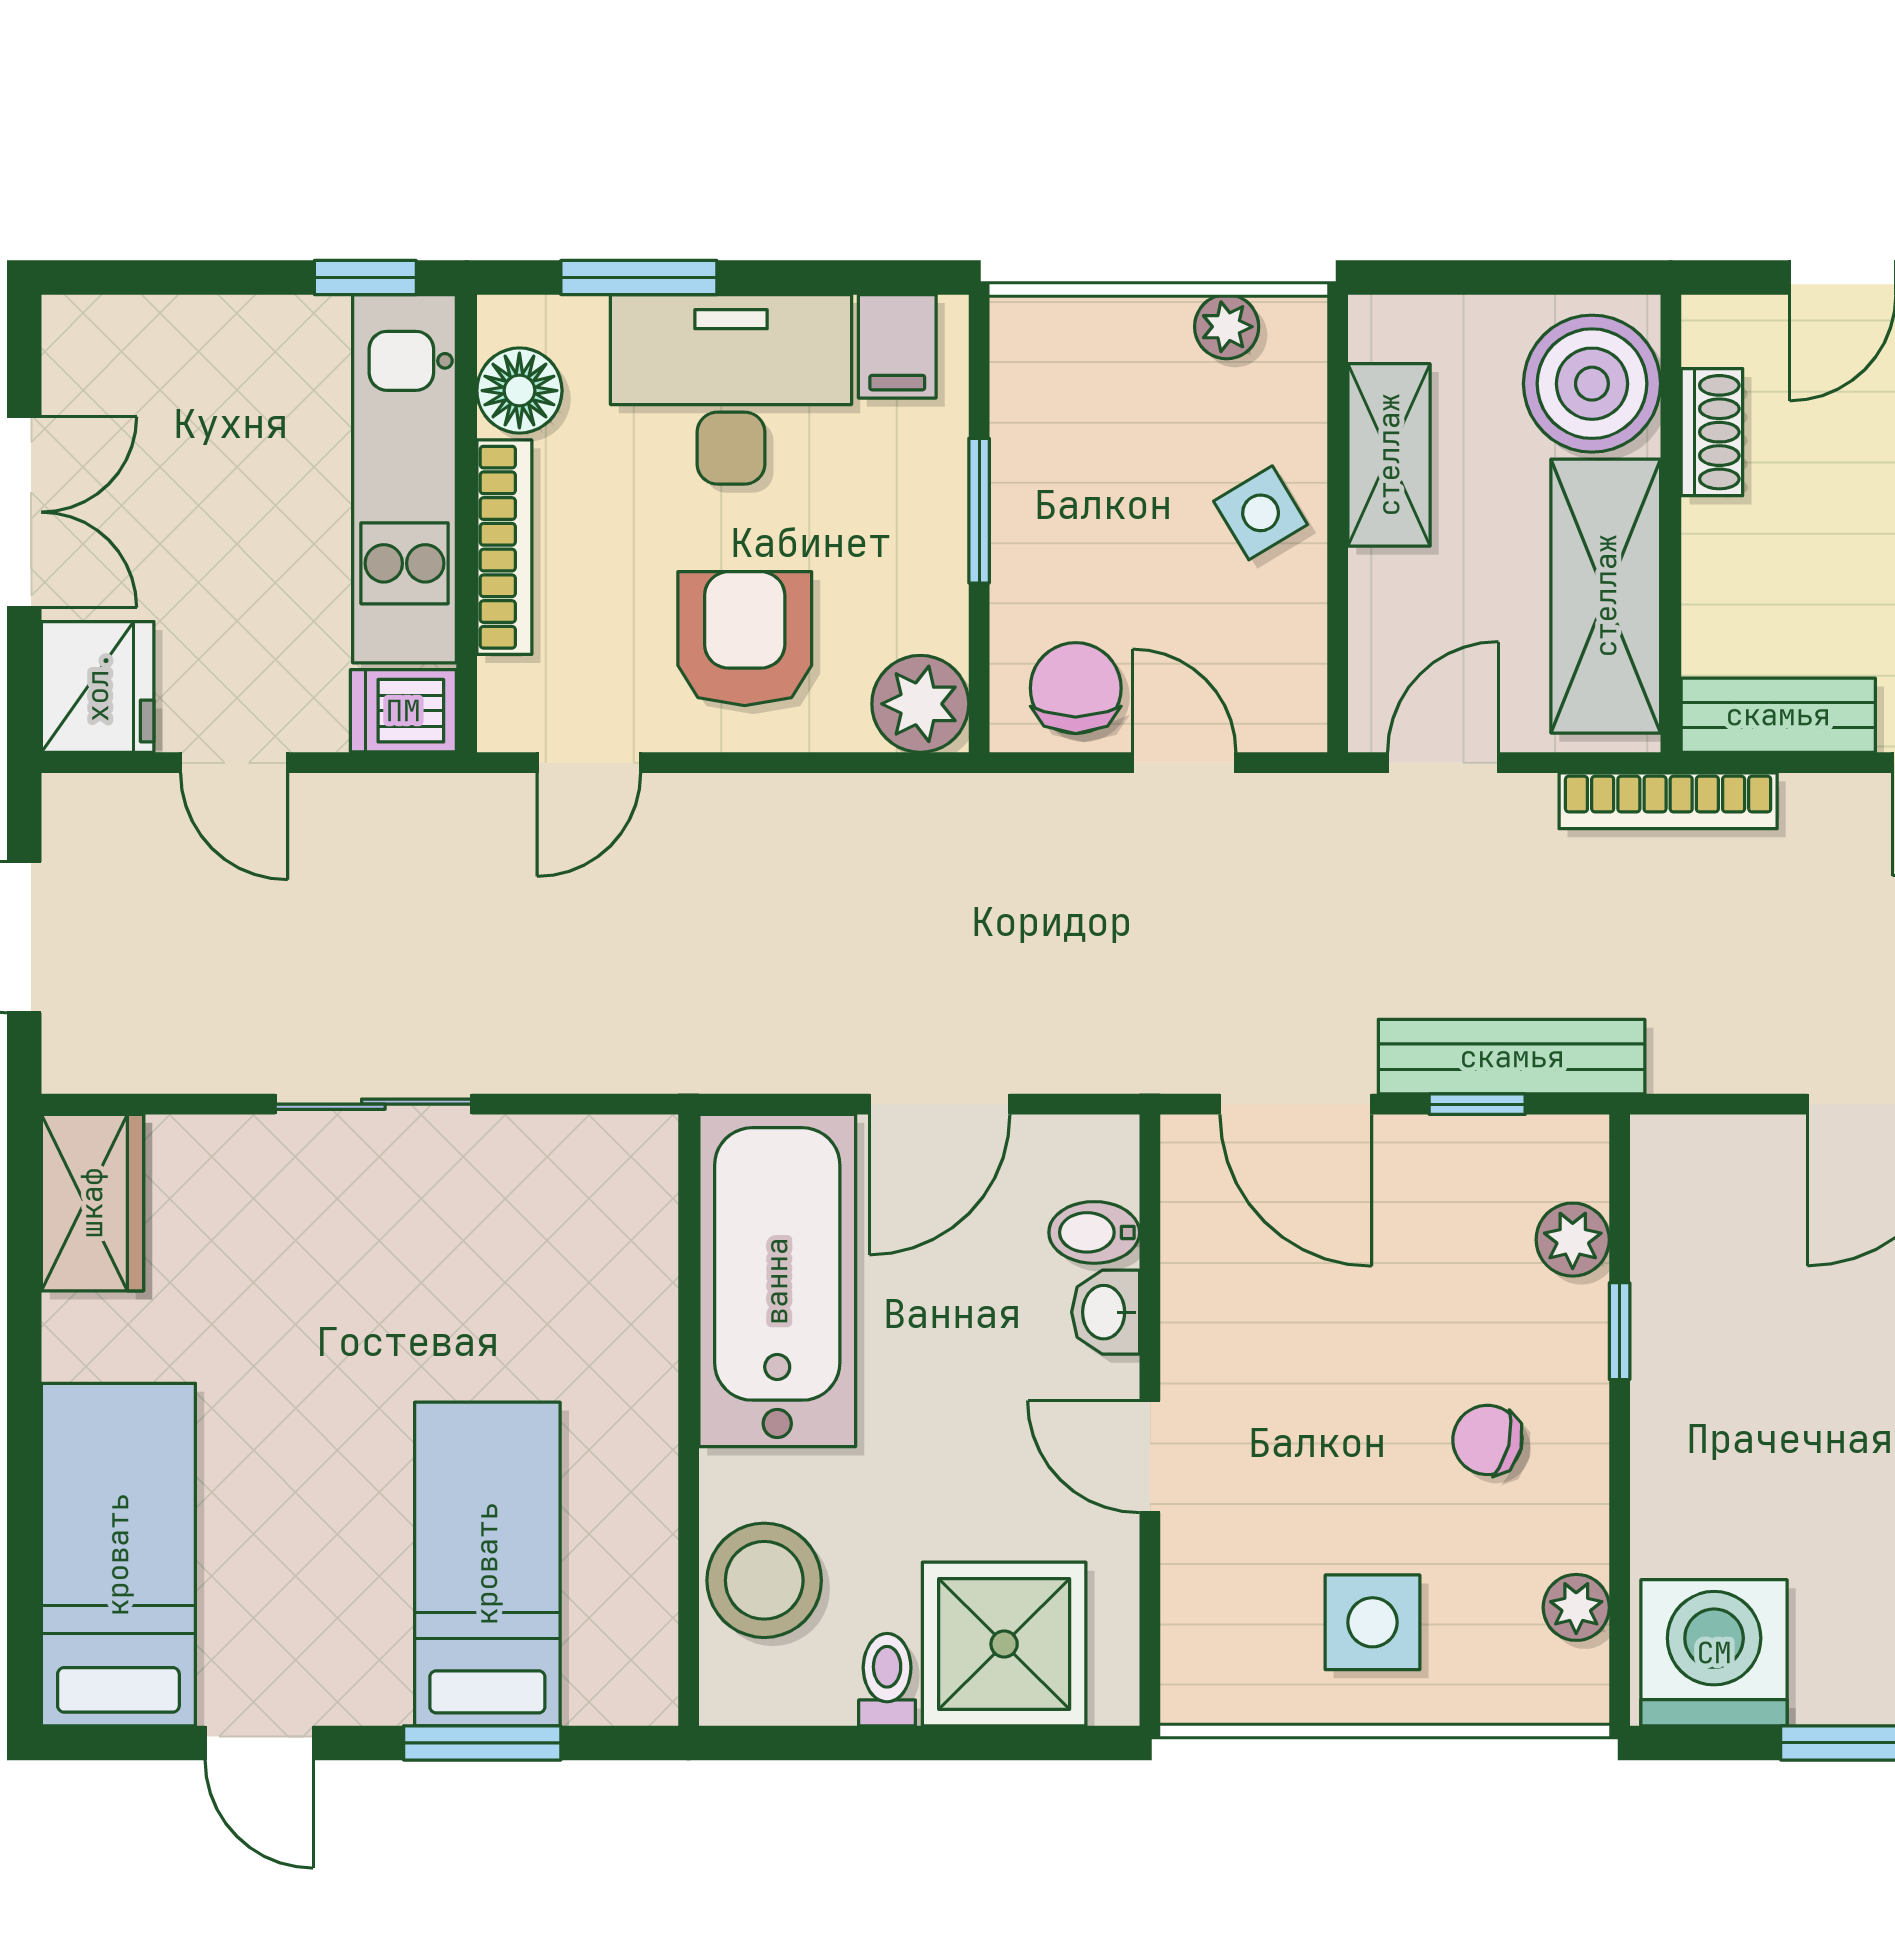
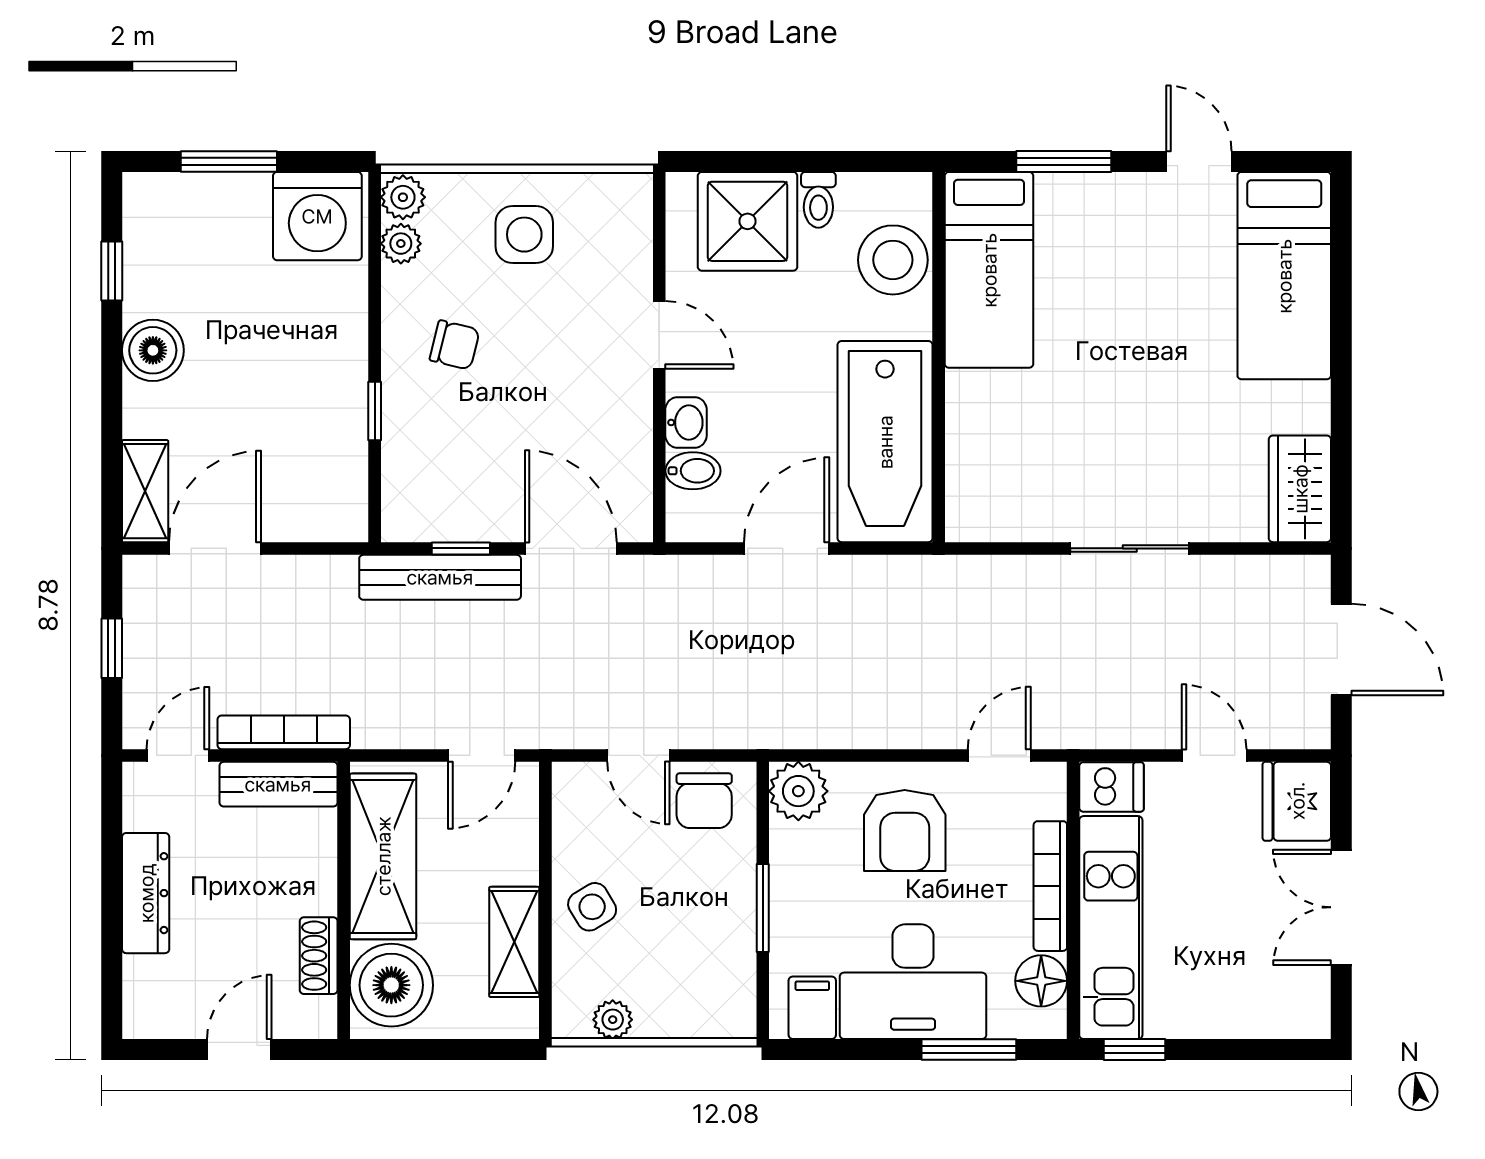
bookcase: (1668, 801) -> (284, 732), moved
plant: (1573, 1240) -> (403, 197), moved
bed: (487, 1564) -> (989, 270), moved

